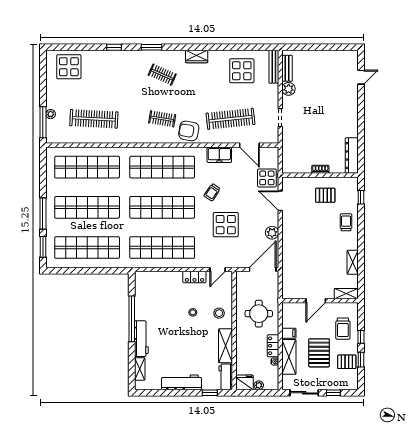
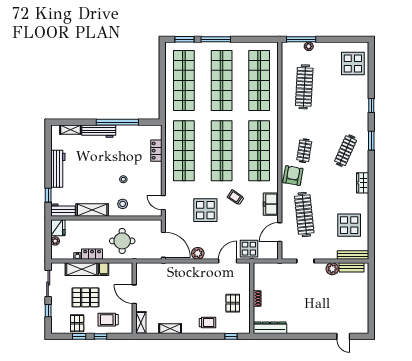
clothes rail: (162, 75) -> (346, 151), width x1.36
locker: (194, 277) -> (156, 151), moved

